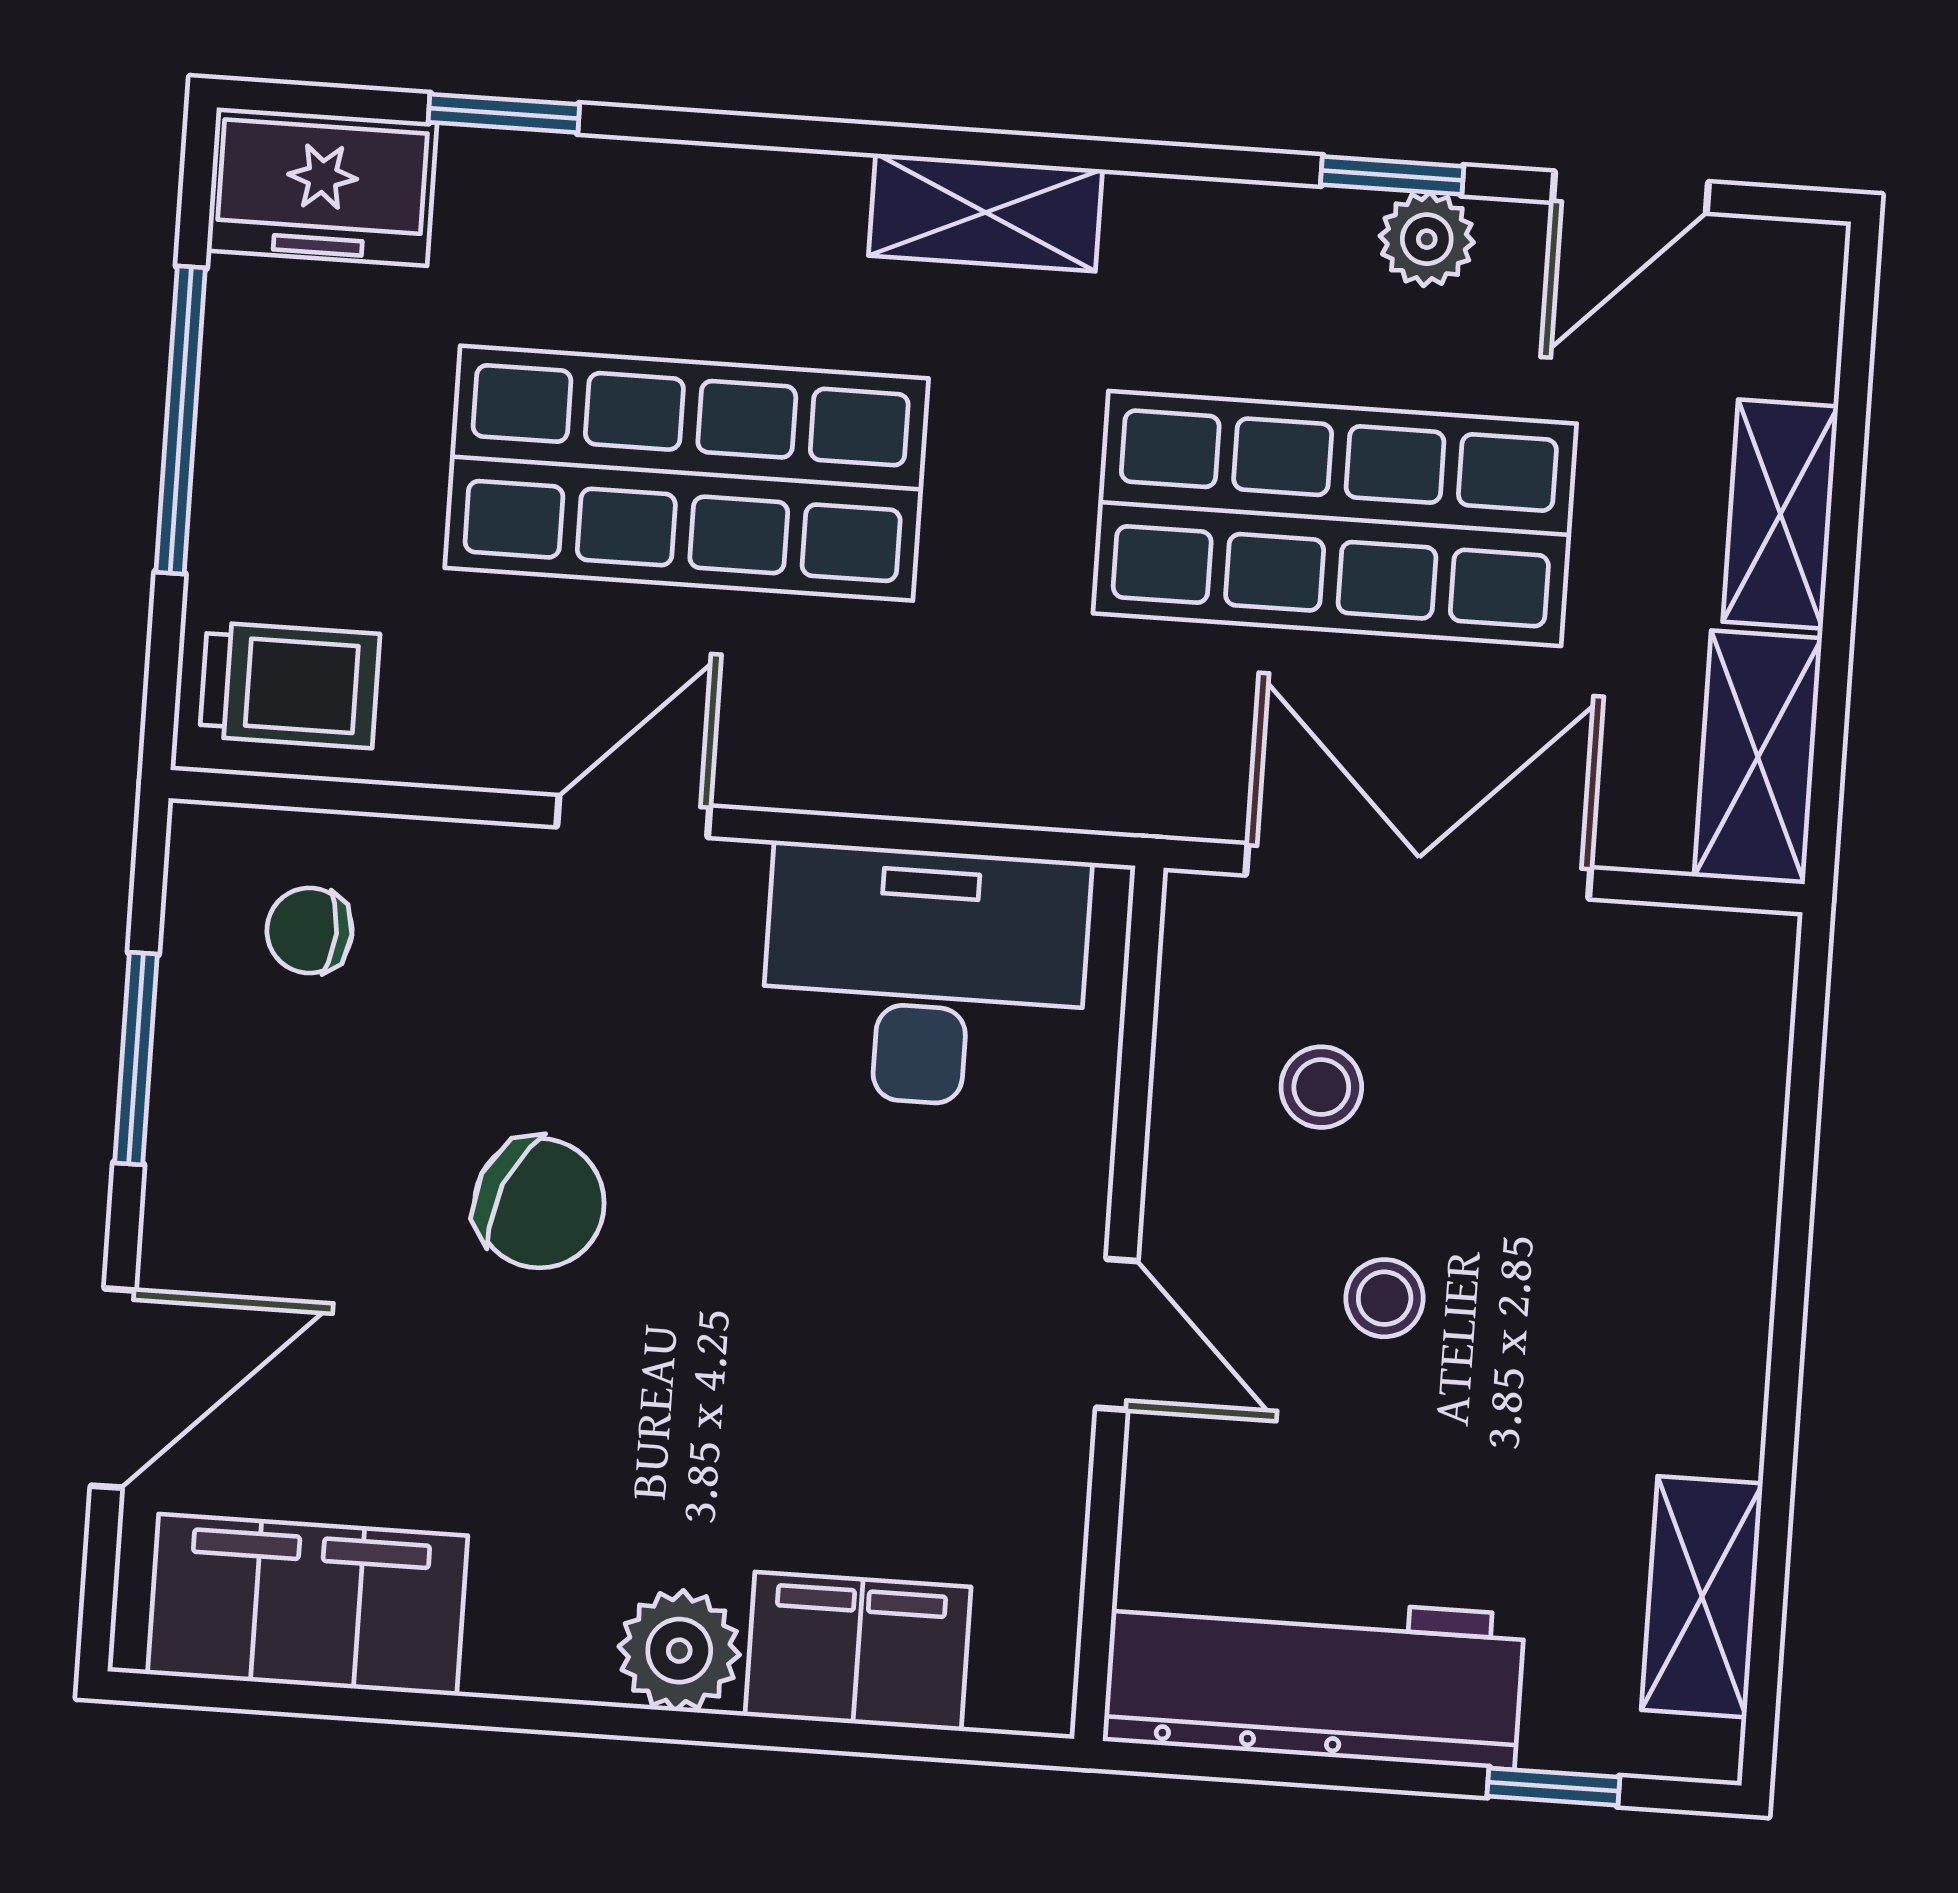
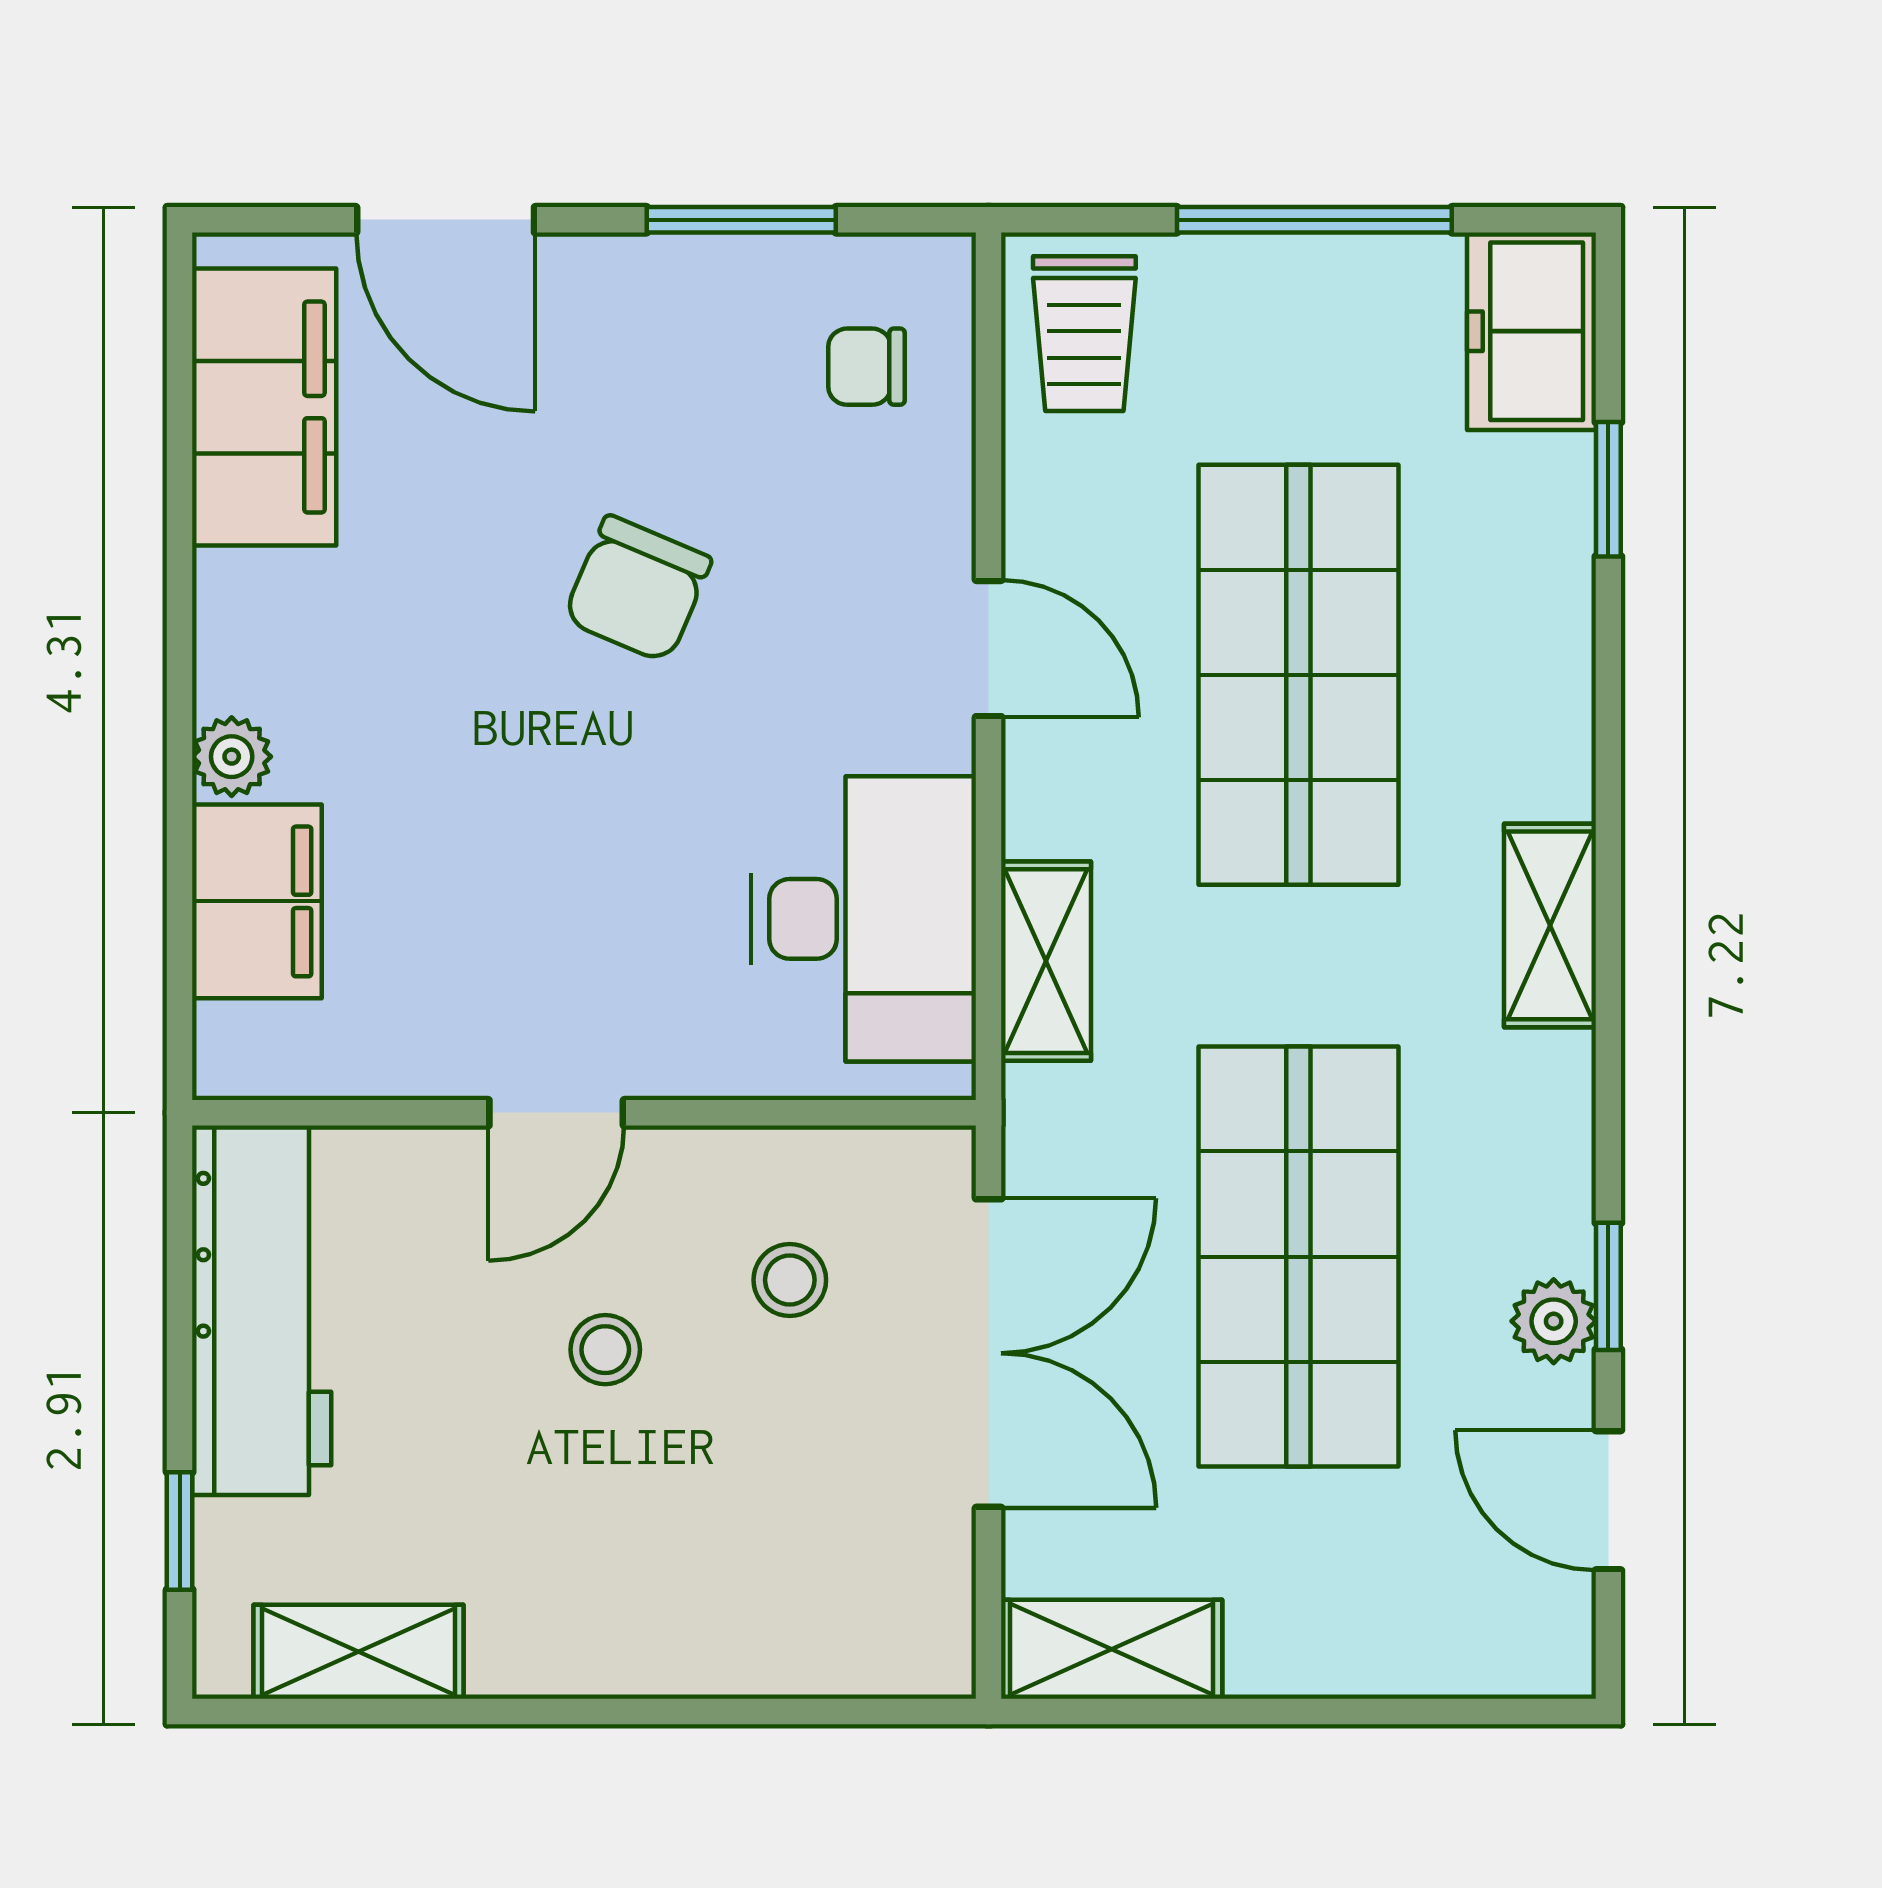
shelving: (1780, 514) -> (1046, 961), moved, turned 90
chair: (309, 930) -> (866, 367), turned -92
plant: (679, 1651) -> (232, 757), width x0.73, depth x0.73

